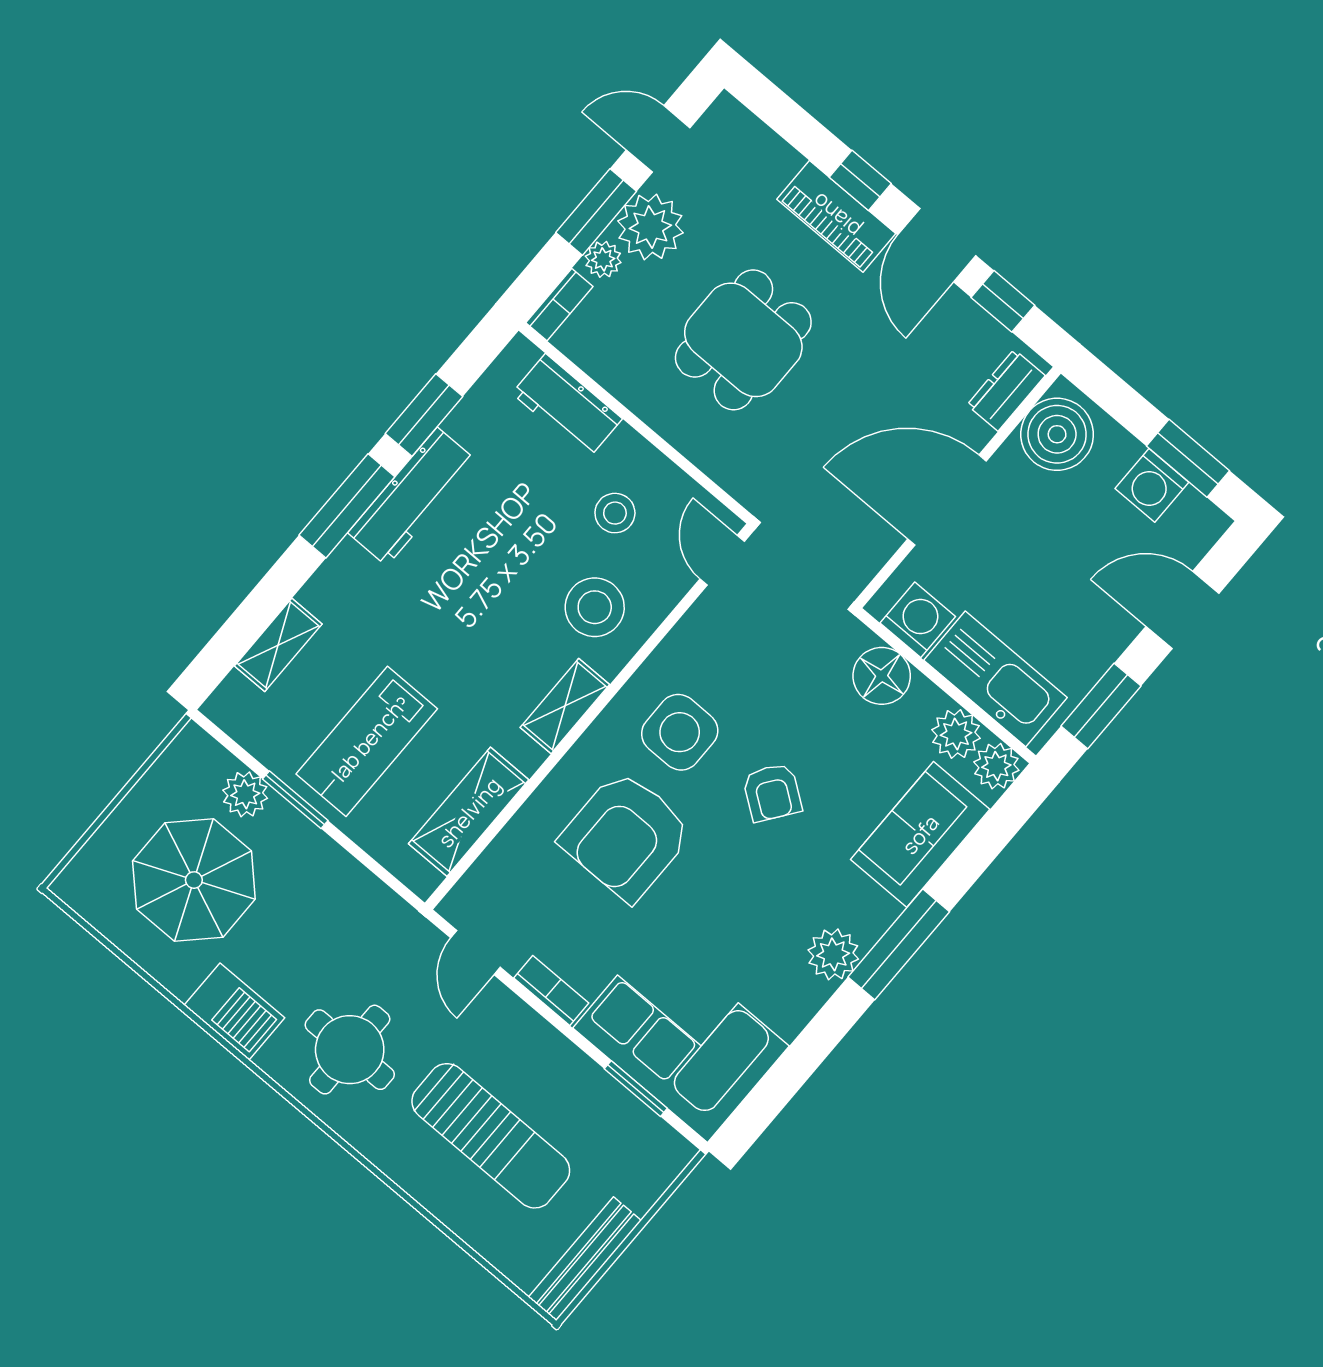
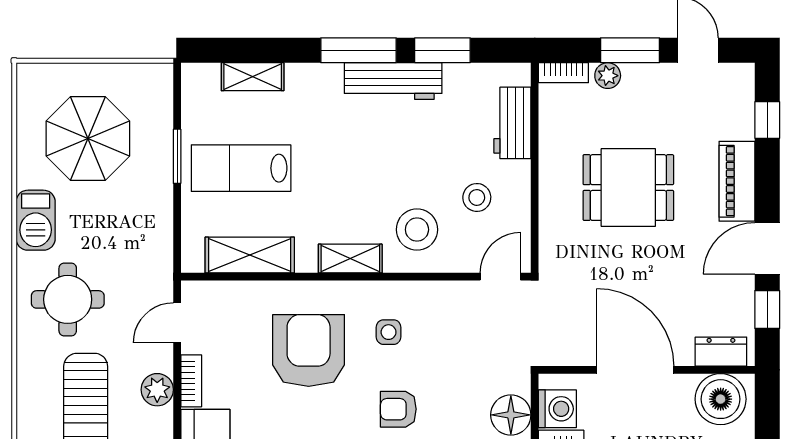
window: (860, 180) -> (767, 120), moved
plant: (650, 227) -> (647, 86), removed
side table: (680, 732) -> (389, 332), width x0.54, depth x0.54
armchair: (772, 792) -> (398, 409), turned 54
plant: (245, 794) -> (157, 390), moved
armchair: (626, 836) -> (309, 350), turned 90

